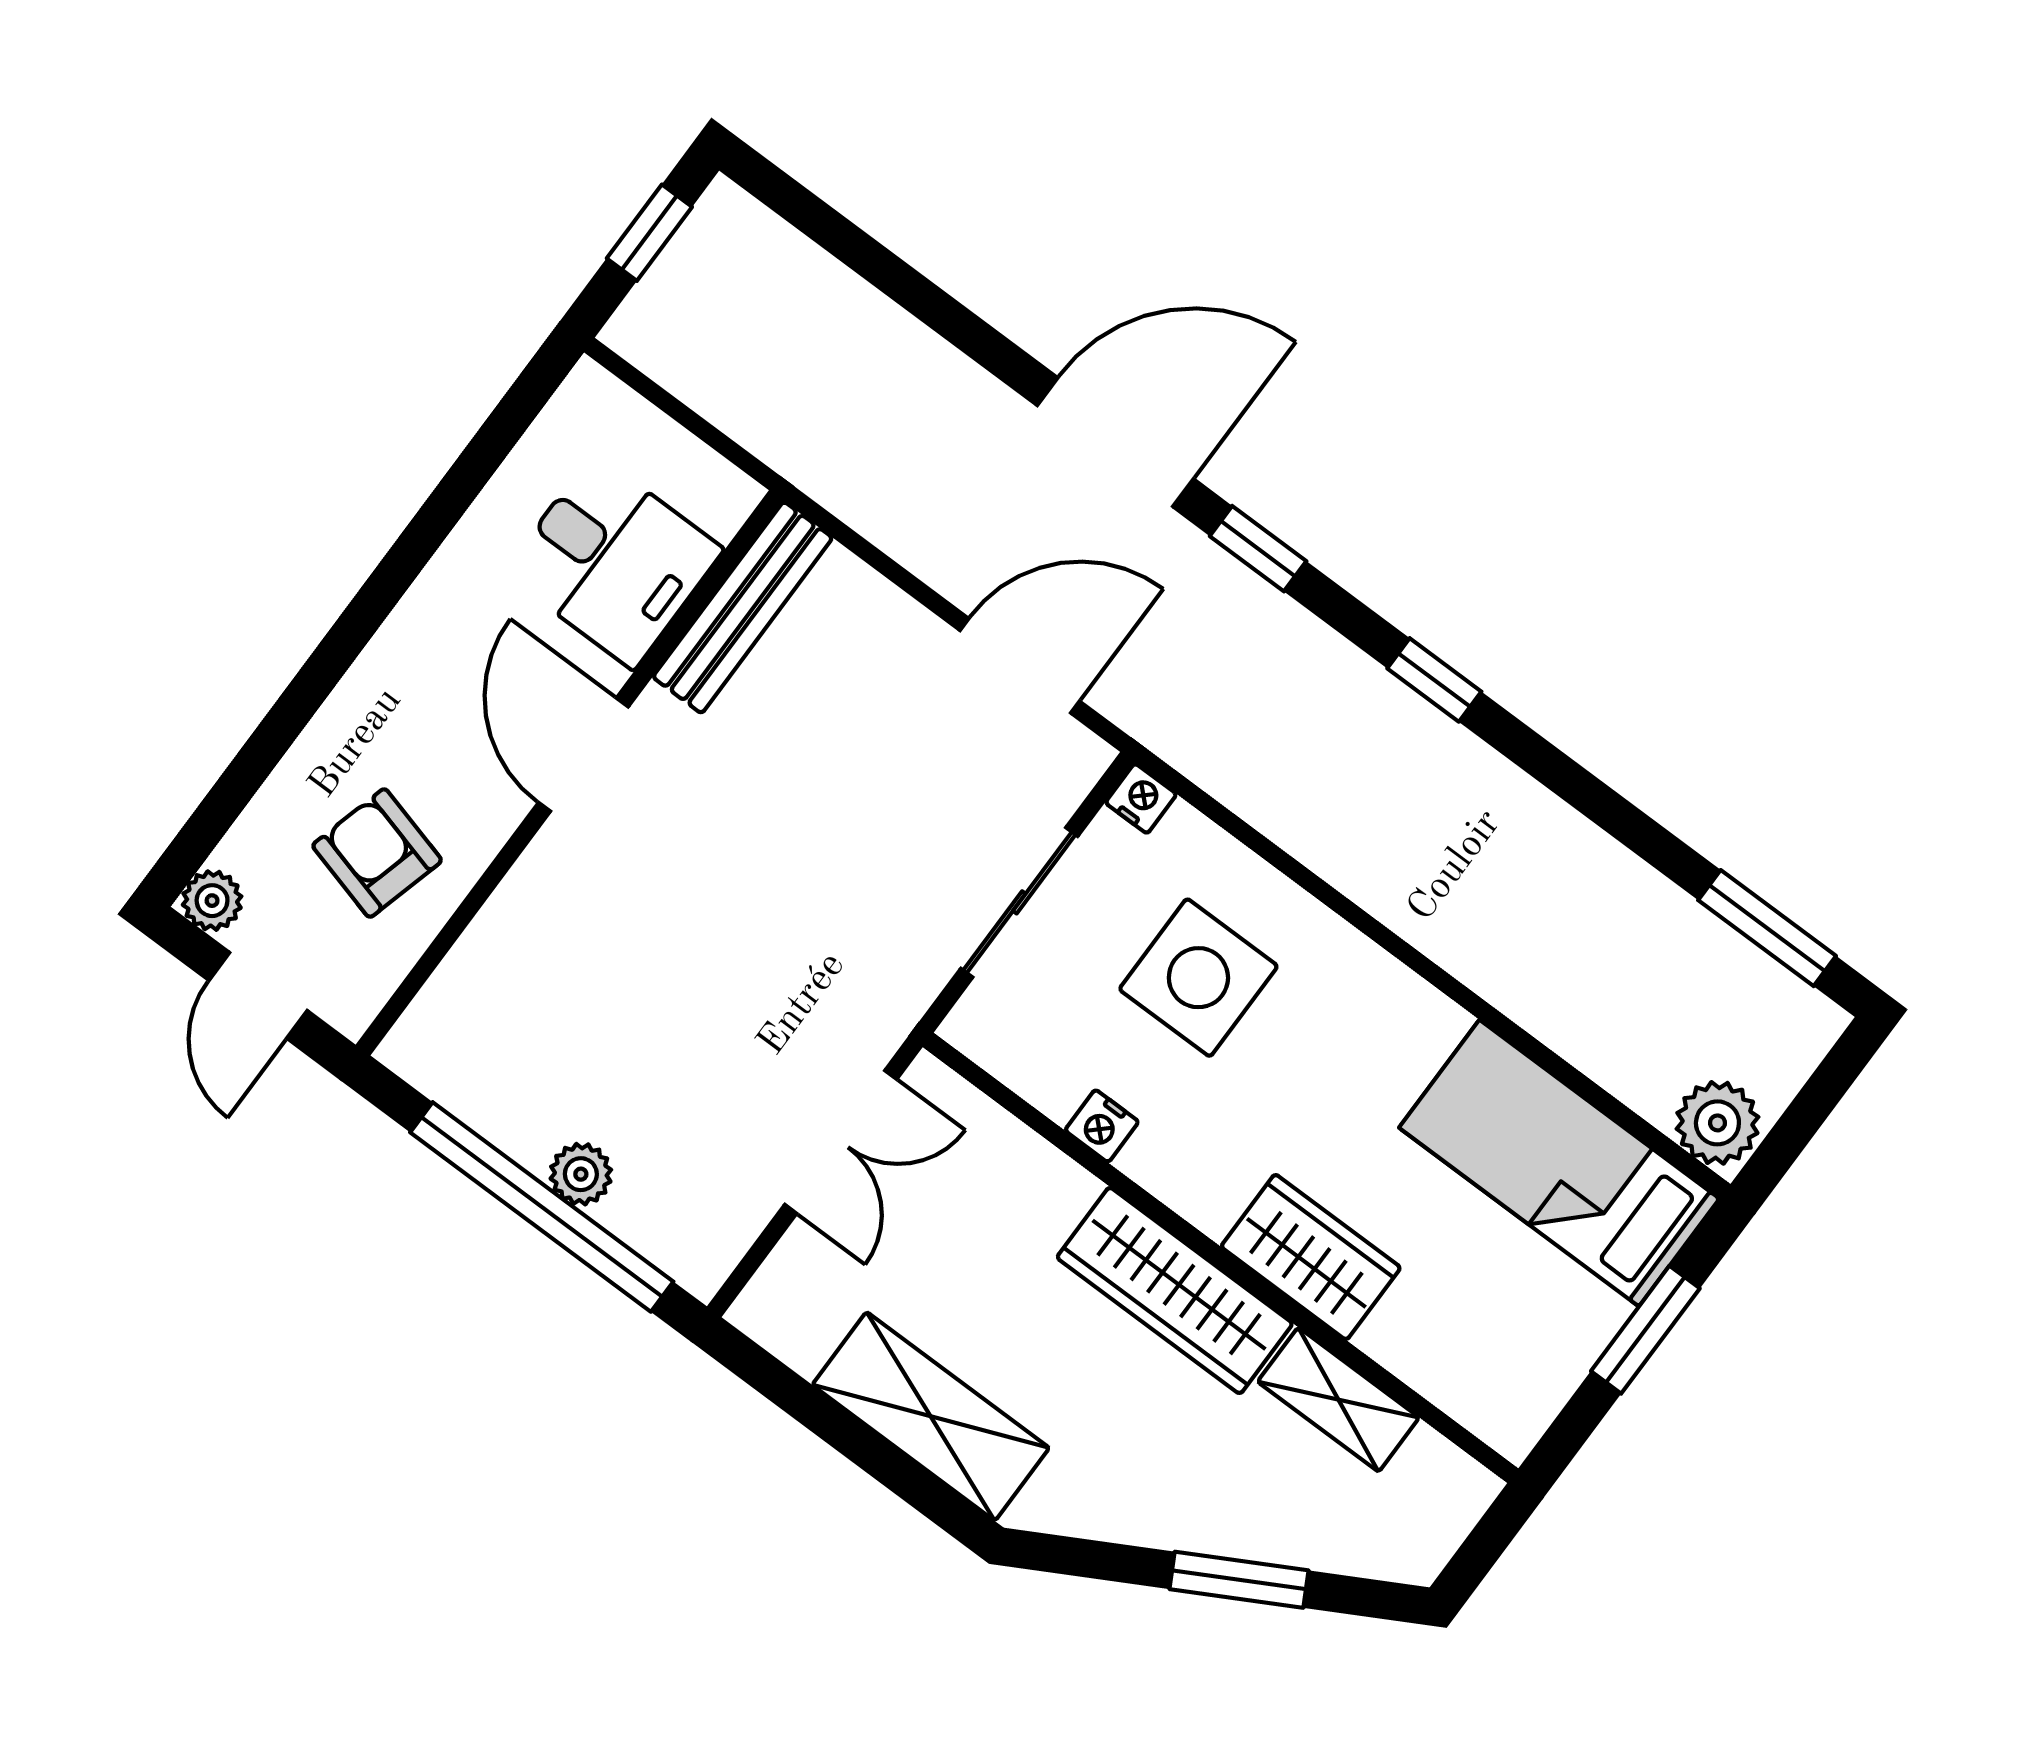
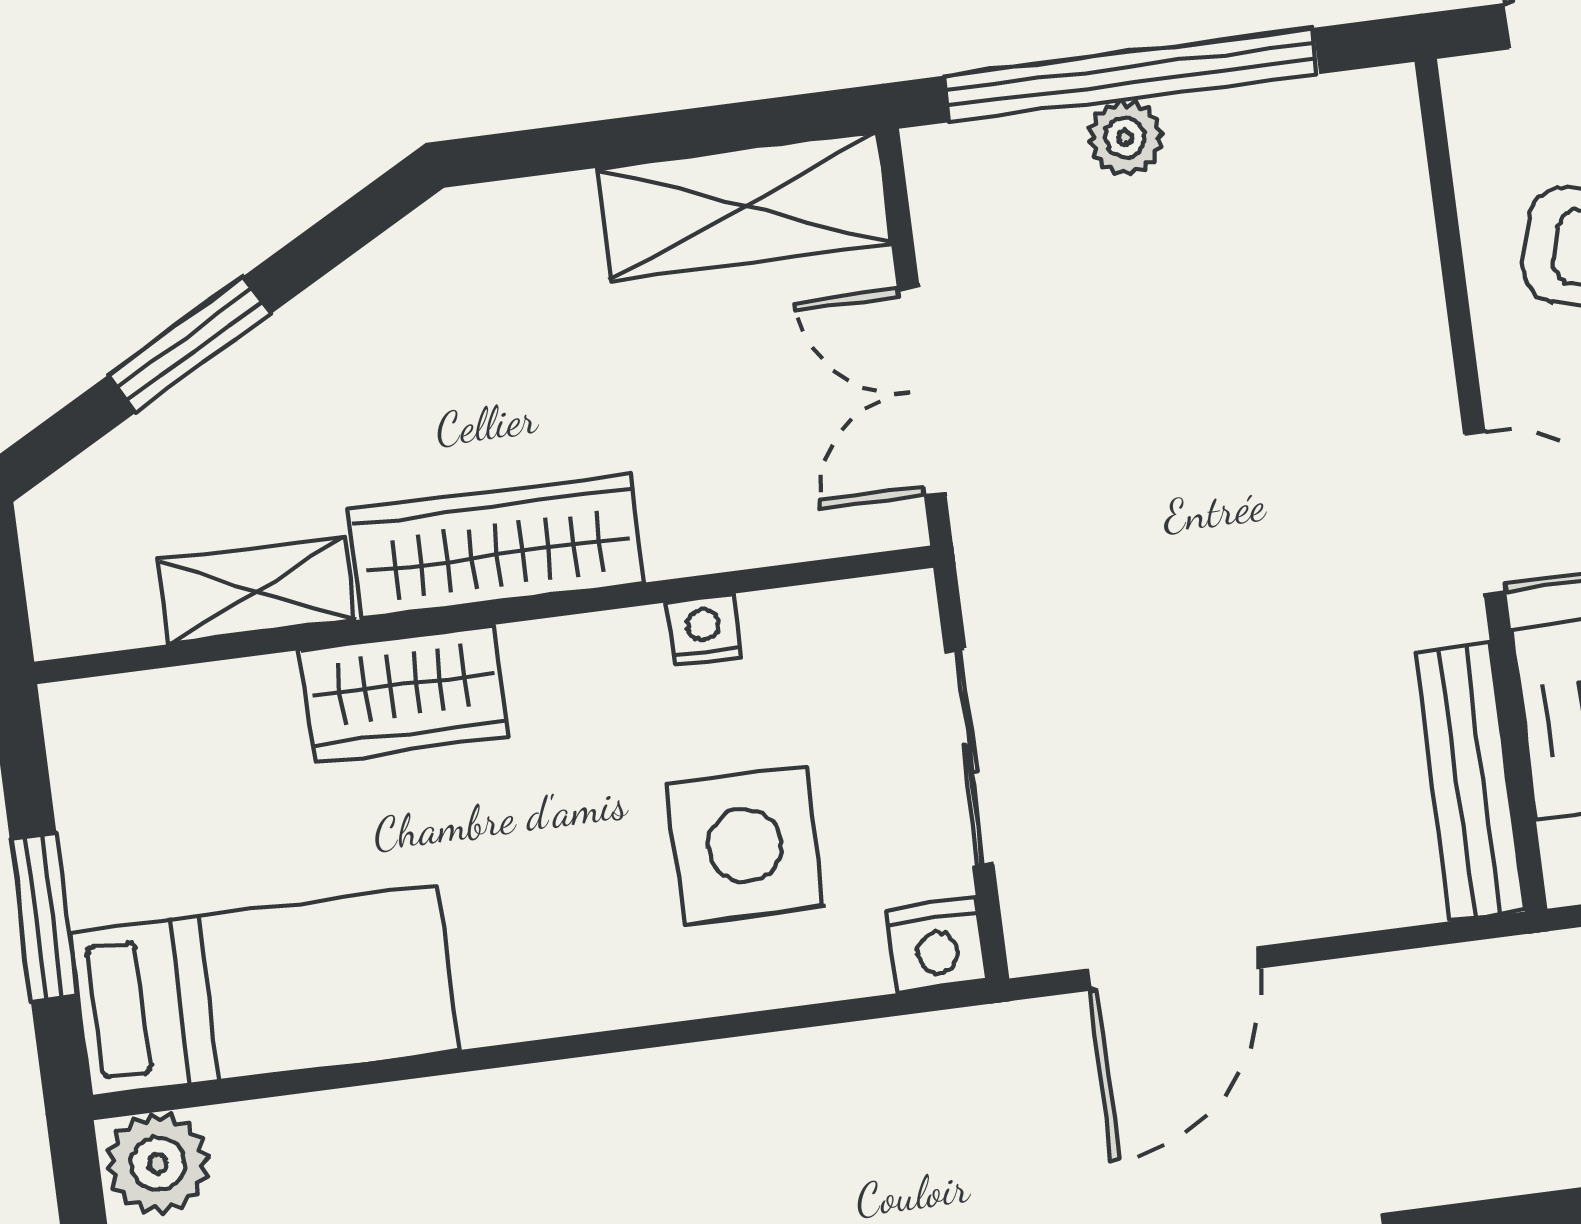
nightstand: (1141, 798) -> (937, 946), width x1.39, depth x1.35
shelving: (931, 1416) -> (744, 206), moved

